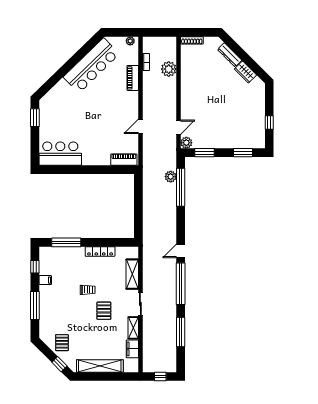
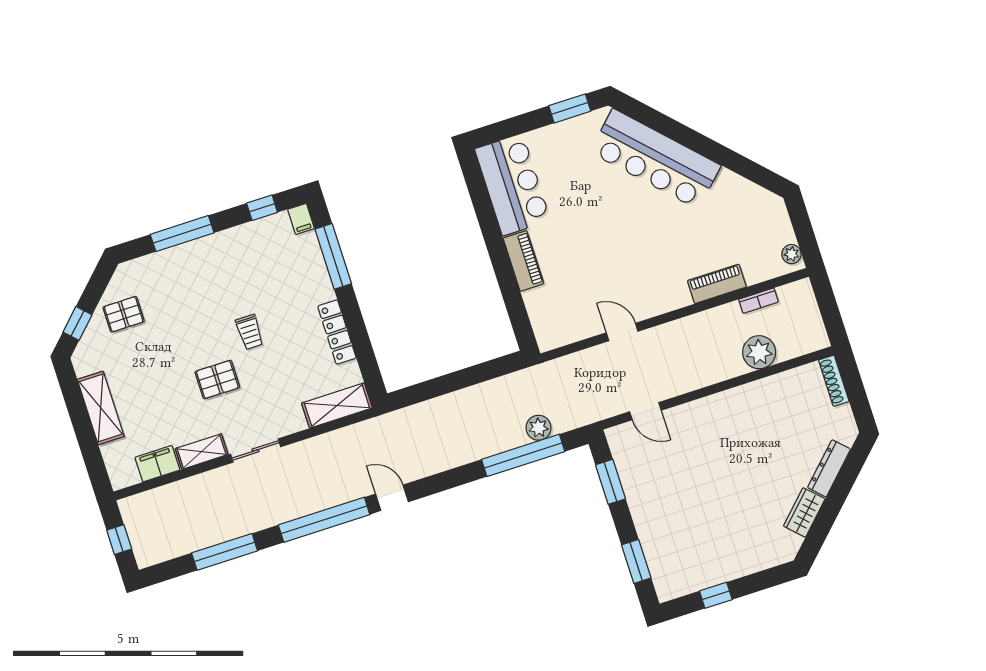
bar counter: (91, 66) -> (655, 159), moved
plant: (186, 143) -> (619, 438), removed
piano: (124, 160) -> (523, 261), moved
shelving: (132, 274) -> (337, 405), moved
filing cabinet: (45, 280) -> (301, 219), moved
shelving: (100, 366) -> (101, 408), width x0.68

